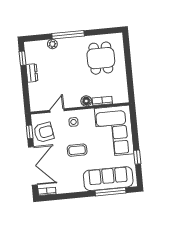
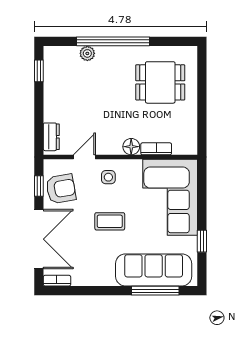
window: (68, 35) -> (113, 41), width x1.46
dining table: (101, 58) -> (160, 82), turned 90
dresser: (32, 73) -> (51, 137), moved

